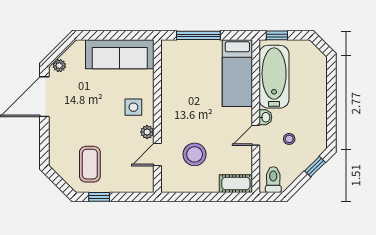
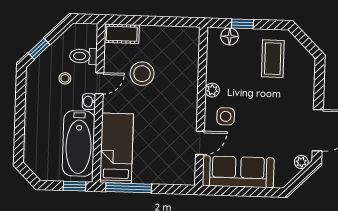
window: (198, 35) -> (129, 188), moved
door: (157, 154) -> (200, 143), moved
stool: (195, 154) -> (142, 74), moved
toilet: (273, 180) -> (83, 56), moved, turned 90
floor lamp: (132, 184) -> (230, 36), added
window: (99, 197) -> (242, 24), moved

